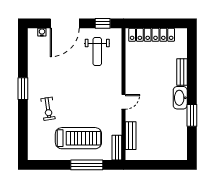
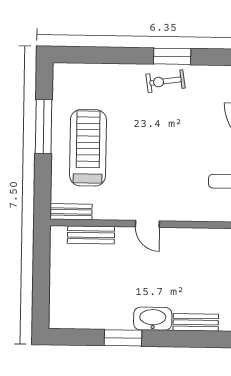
exercise bike: (48, 109) -> (166, 81), moved
treadmill: (78, 138) -> (88, 148), turned 180
window: (87, 165) -> (44, 127), moved

